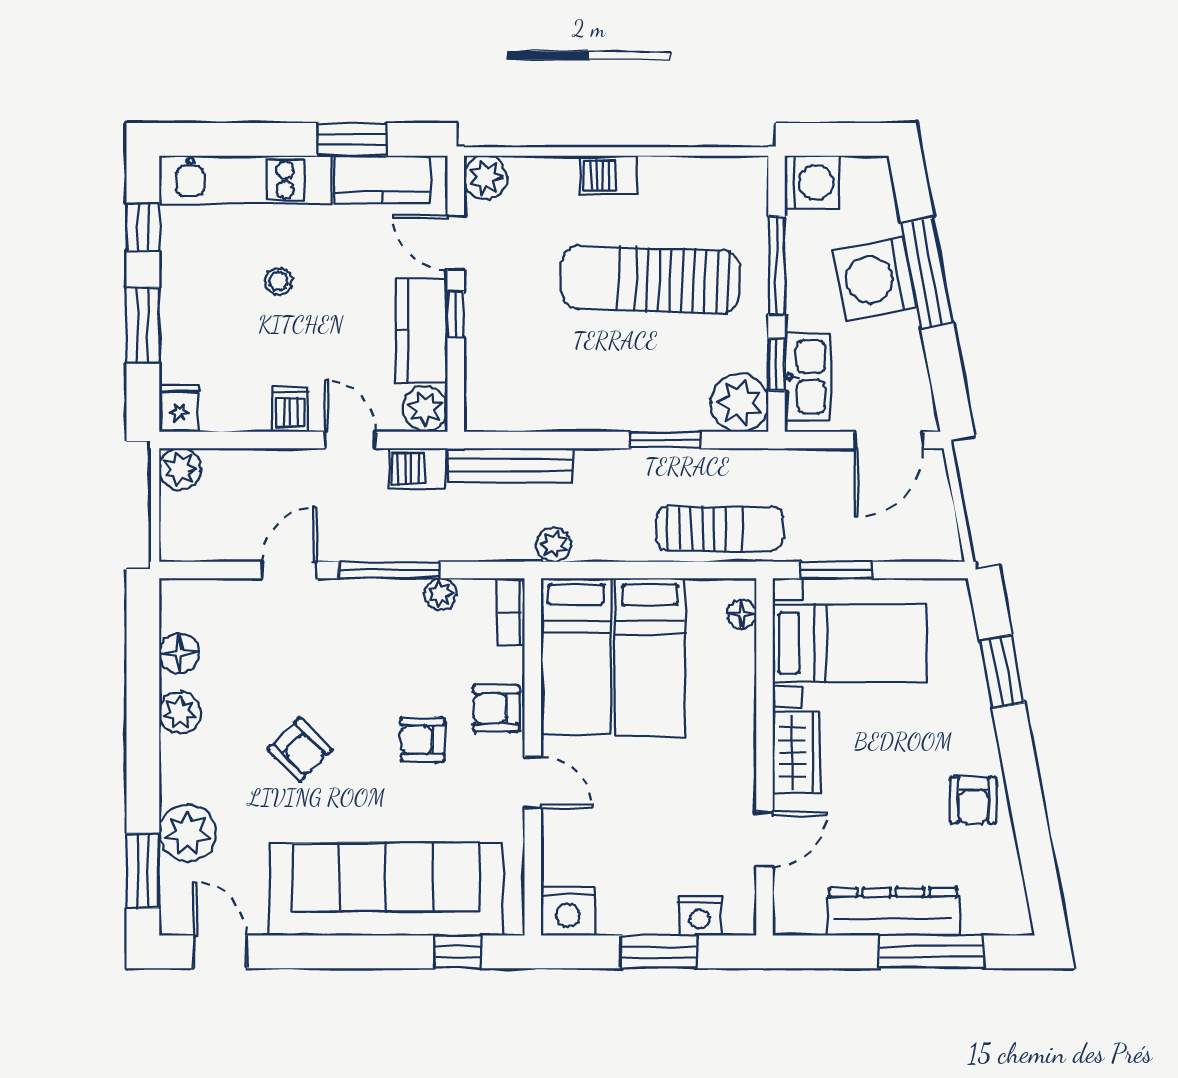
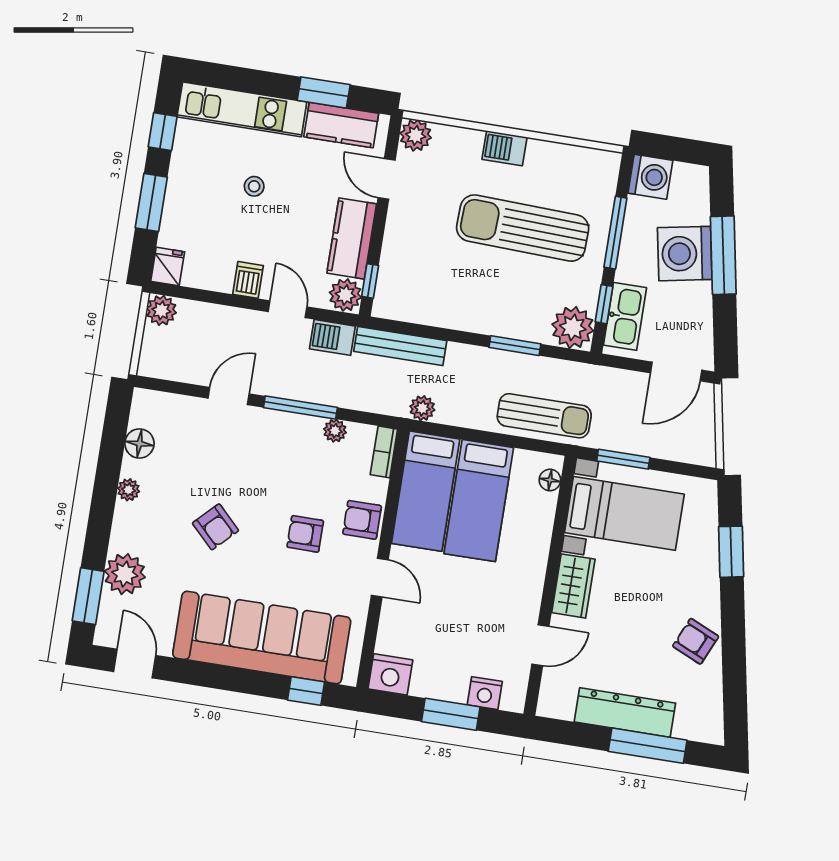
window: (456, 314) -> (370, 281), moved
plant: (180, 713) -> (129, 490), width x0.73, depth x0.73
armchair: (973, 800) -> (696, 641), turned 114

